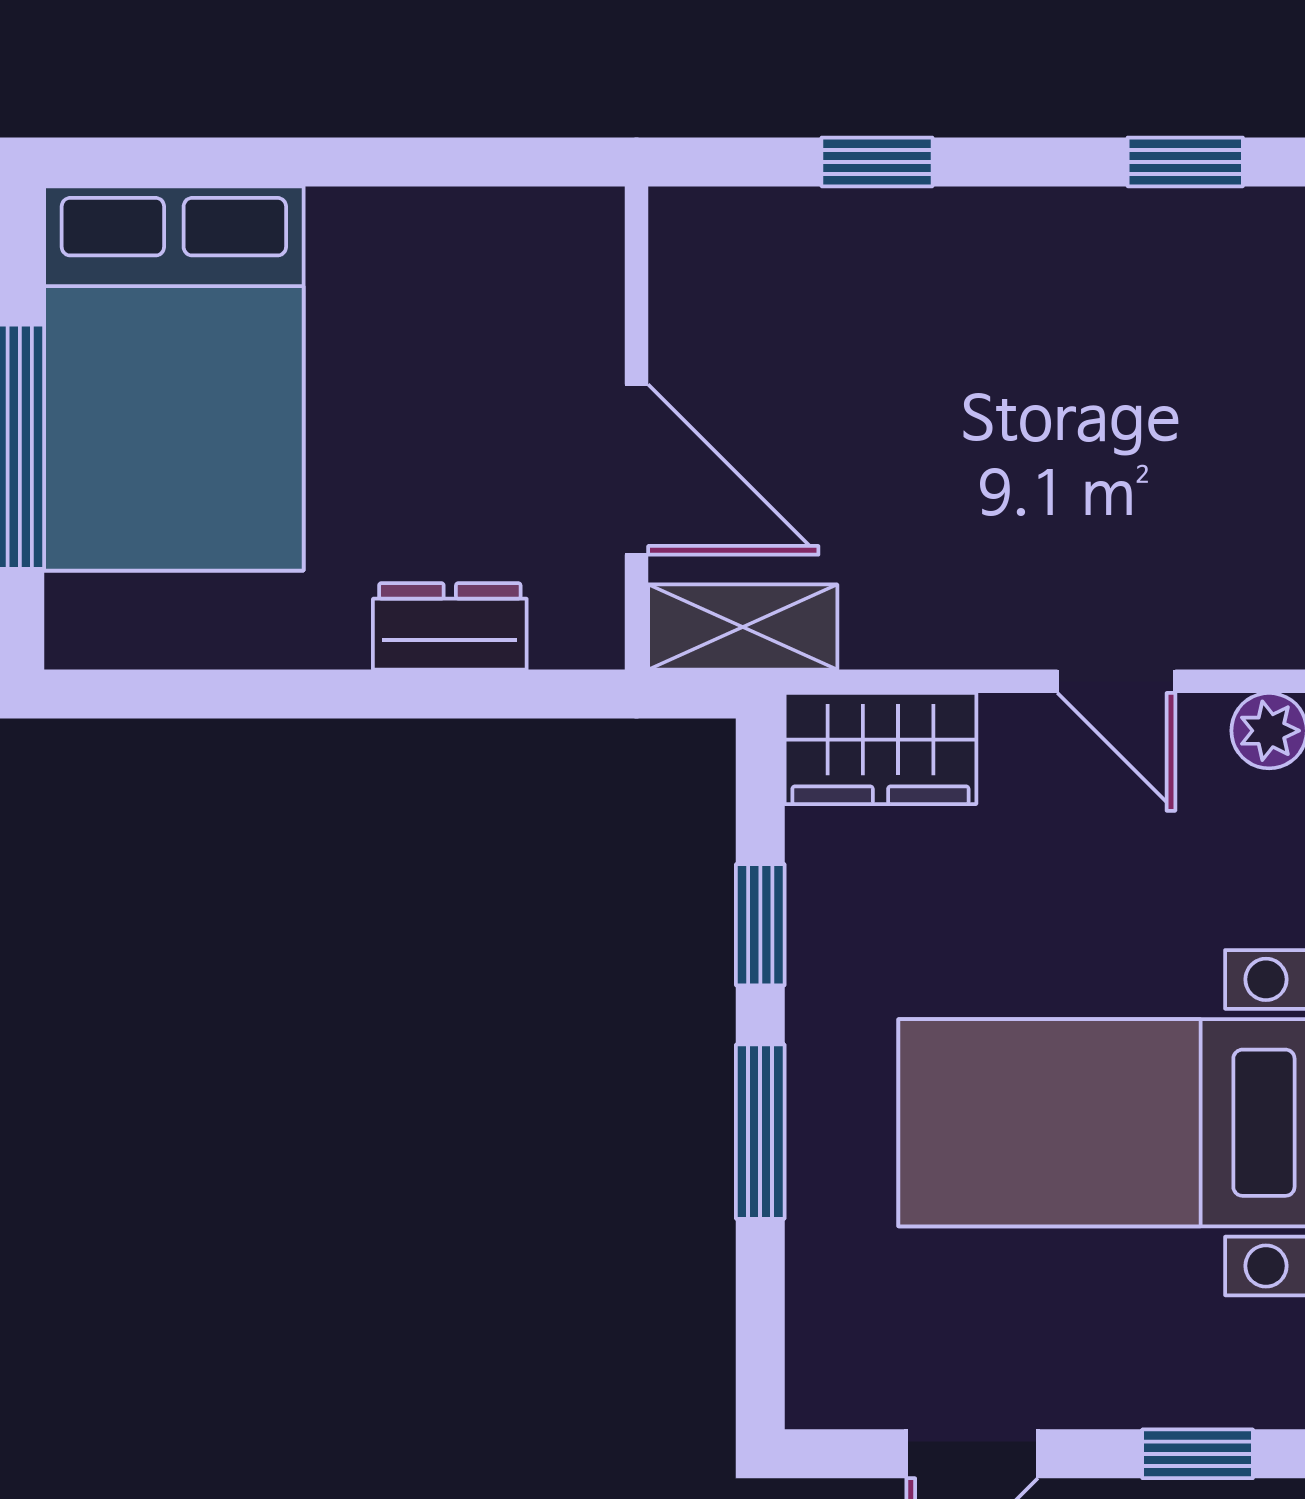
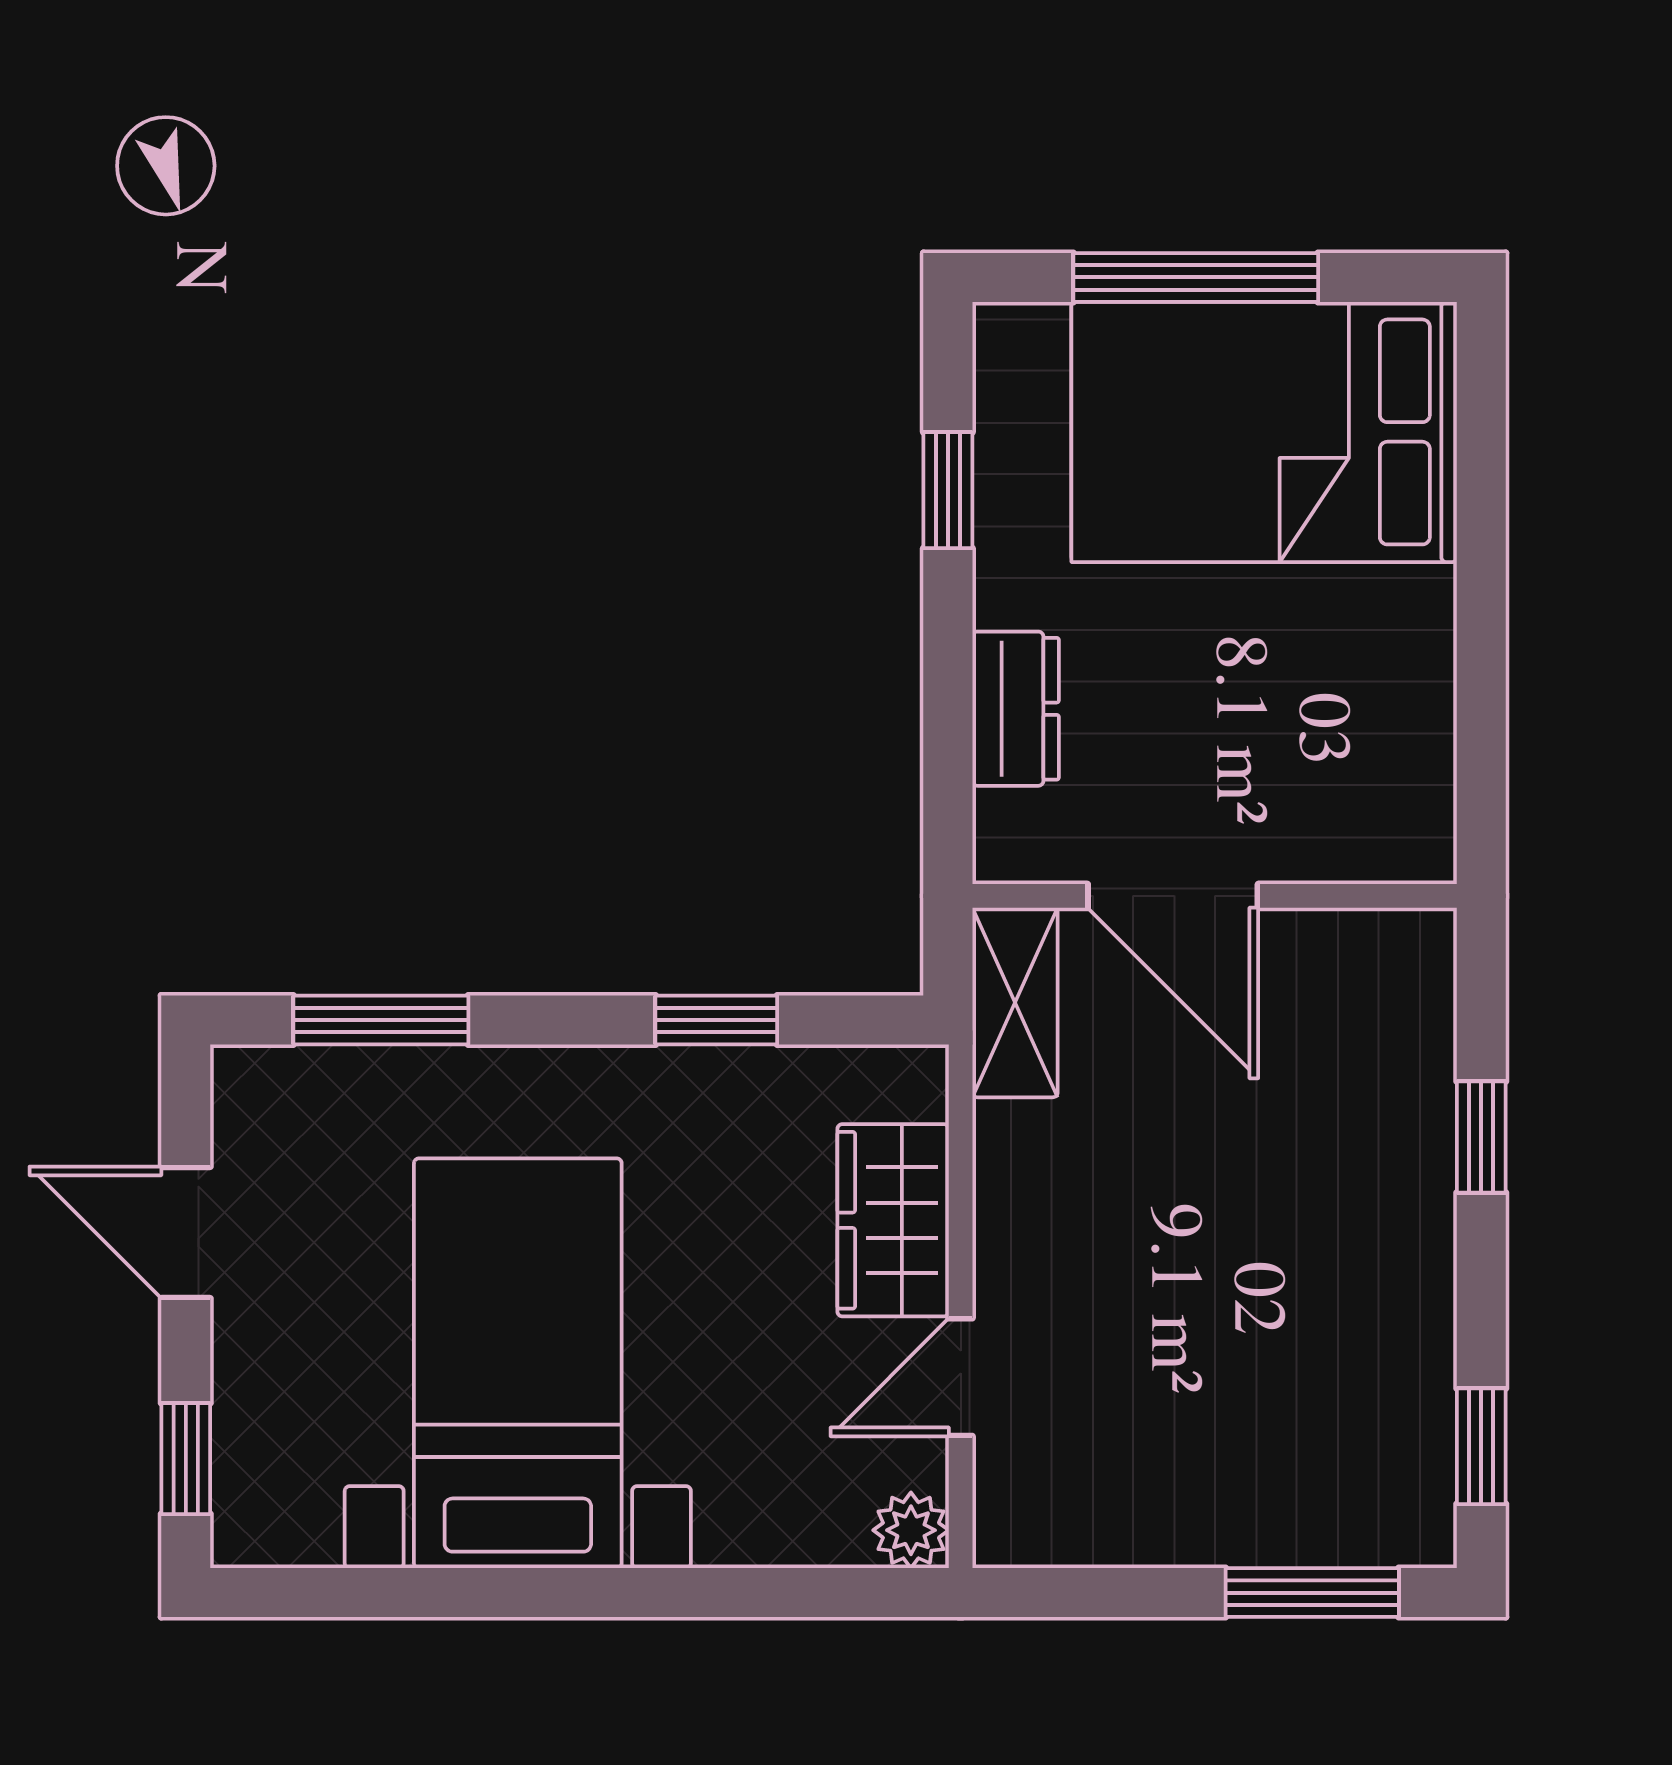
door: (637, 470) -> (1173, 896), hinge flipped
window: (232, 694) -> (948, 490), added
wardrobe: (880, 749) -> (893, 1220), moved
window: (760, 1132) -> (381, 1020), moved

